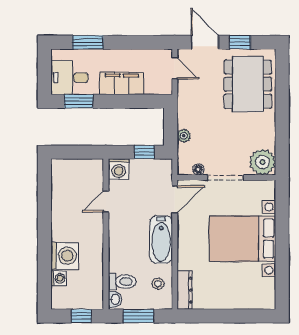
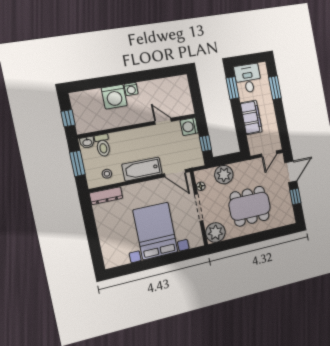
dining table: (248, 84) -> (250, 206), moved
plant: (184, 136) -> (224, 175), width x1.87, depth x1.87
washing machine: (59, 278) -> (131, 89), moved

